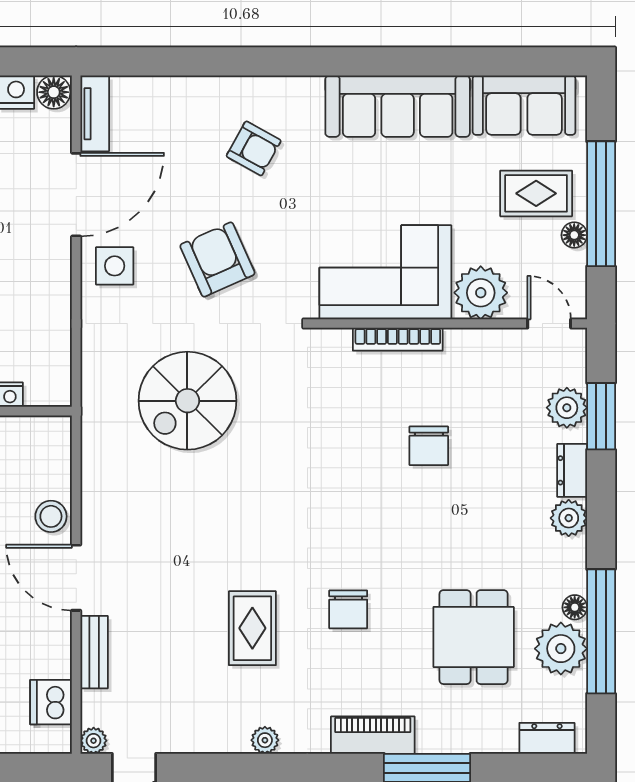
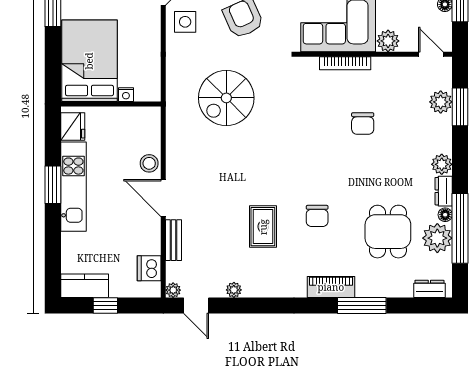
plant: (481, 293) -> (388, 41), width x0.73, depth x0.73
dresser: (572, 470) -> (444, 191), moved
plant: (265, 740) -> (234, 290), moved

